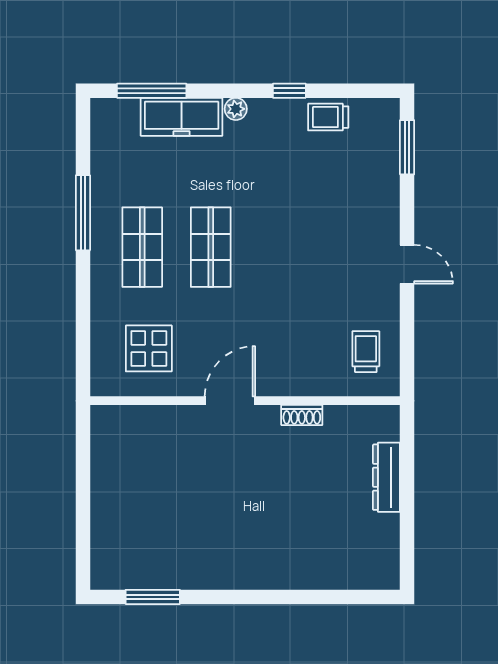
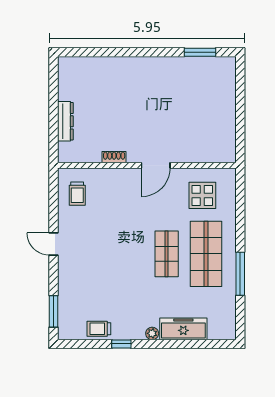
window: (152, 91) -> (201, 344), removed
trolley: (328, 117) -> (99, 329), turned 180
shop shelf: (142, 247) -> (206, 254), width x1.43, depth x1.36

